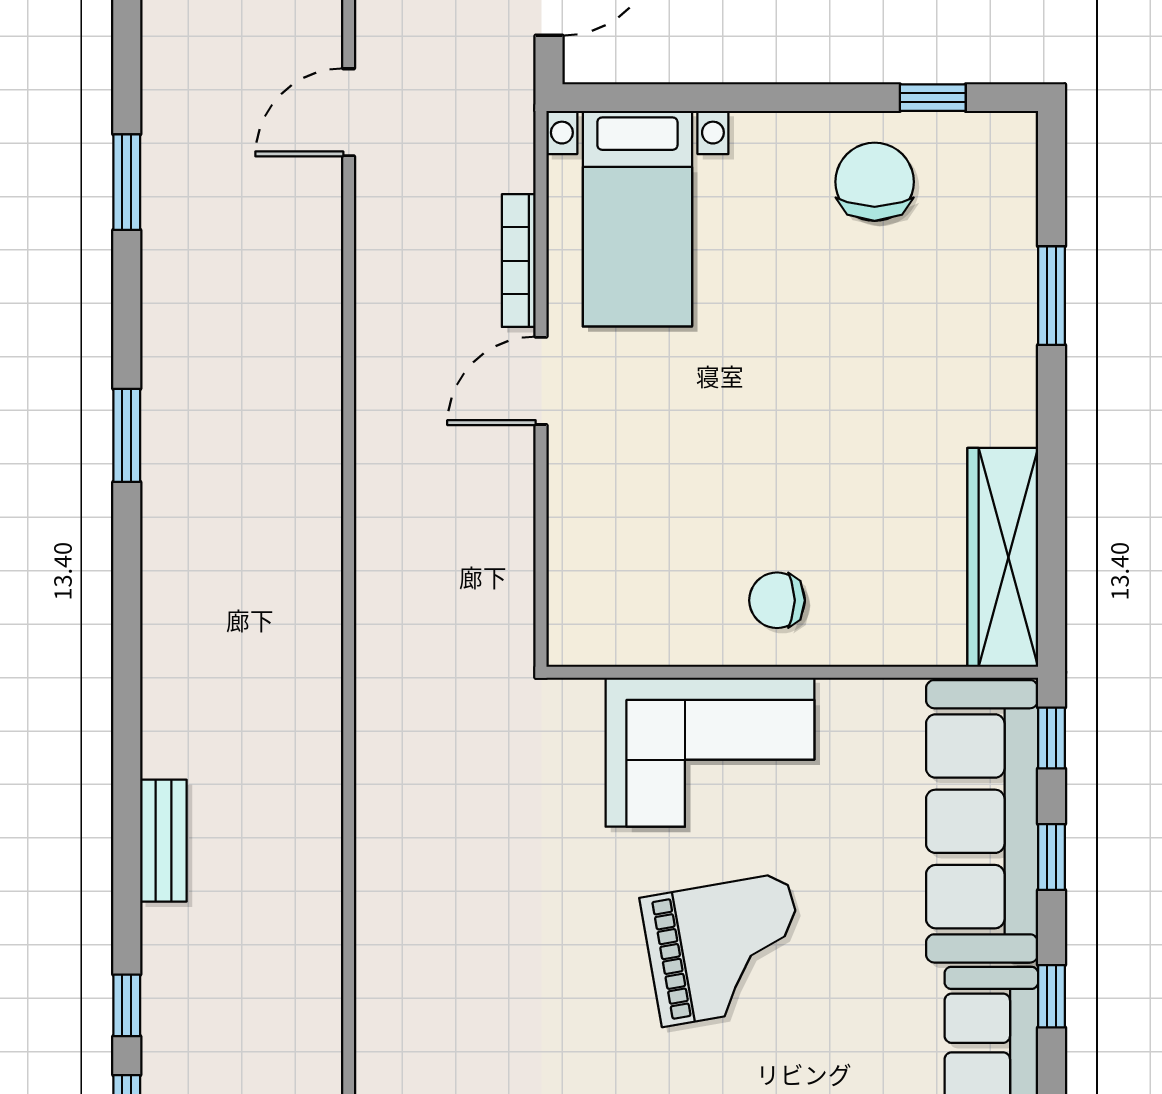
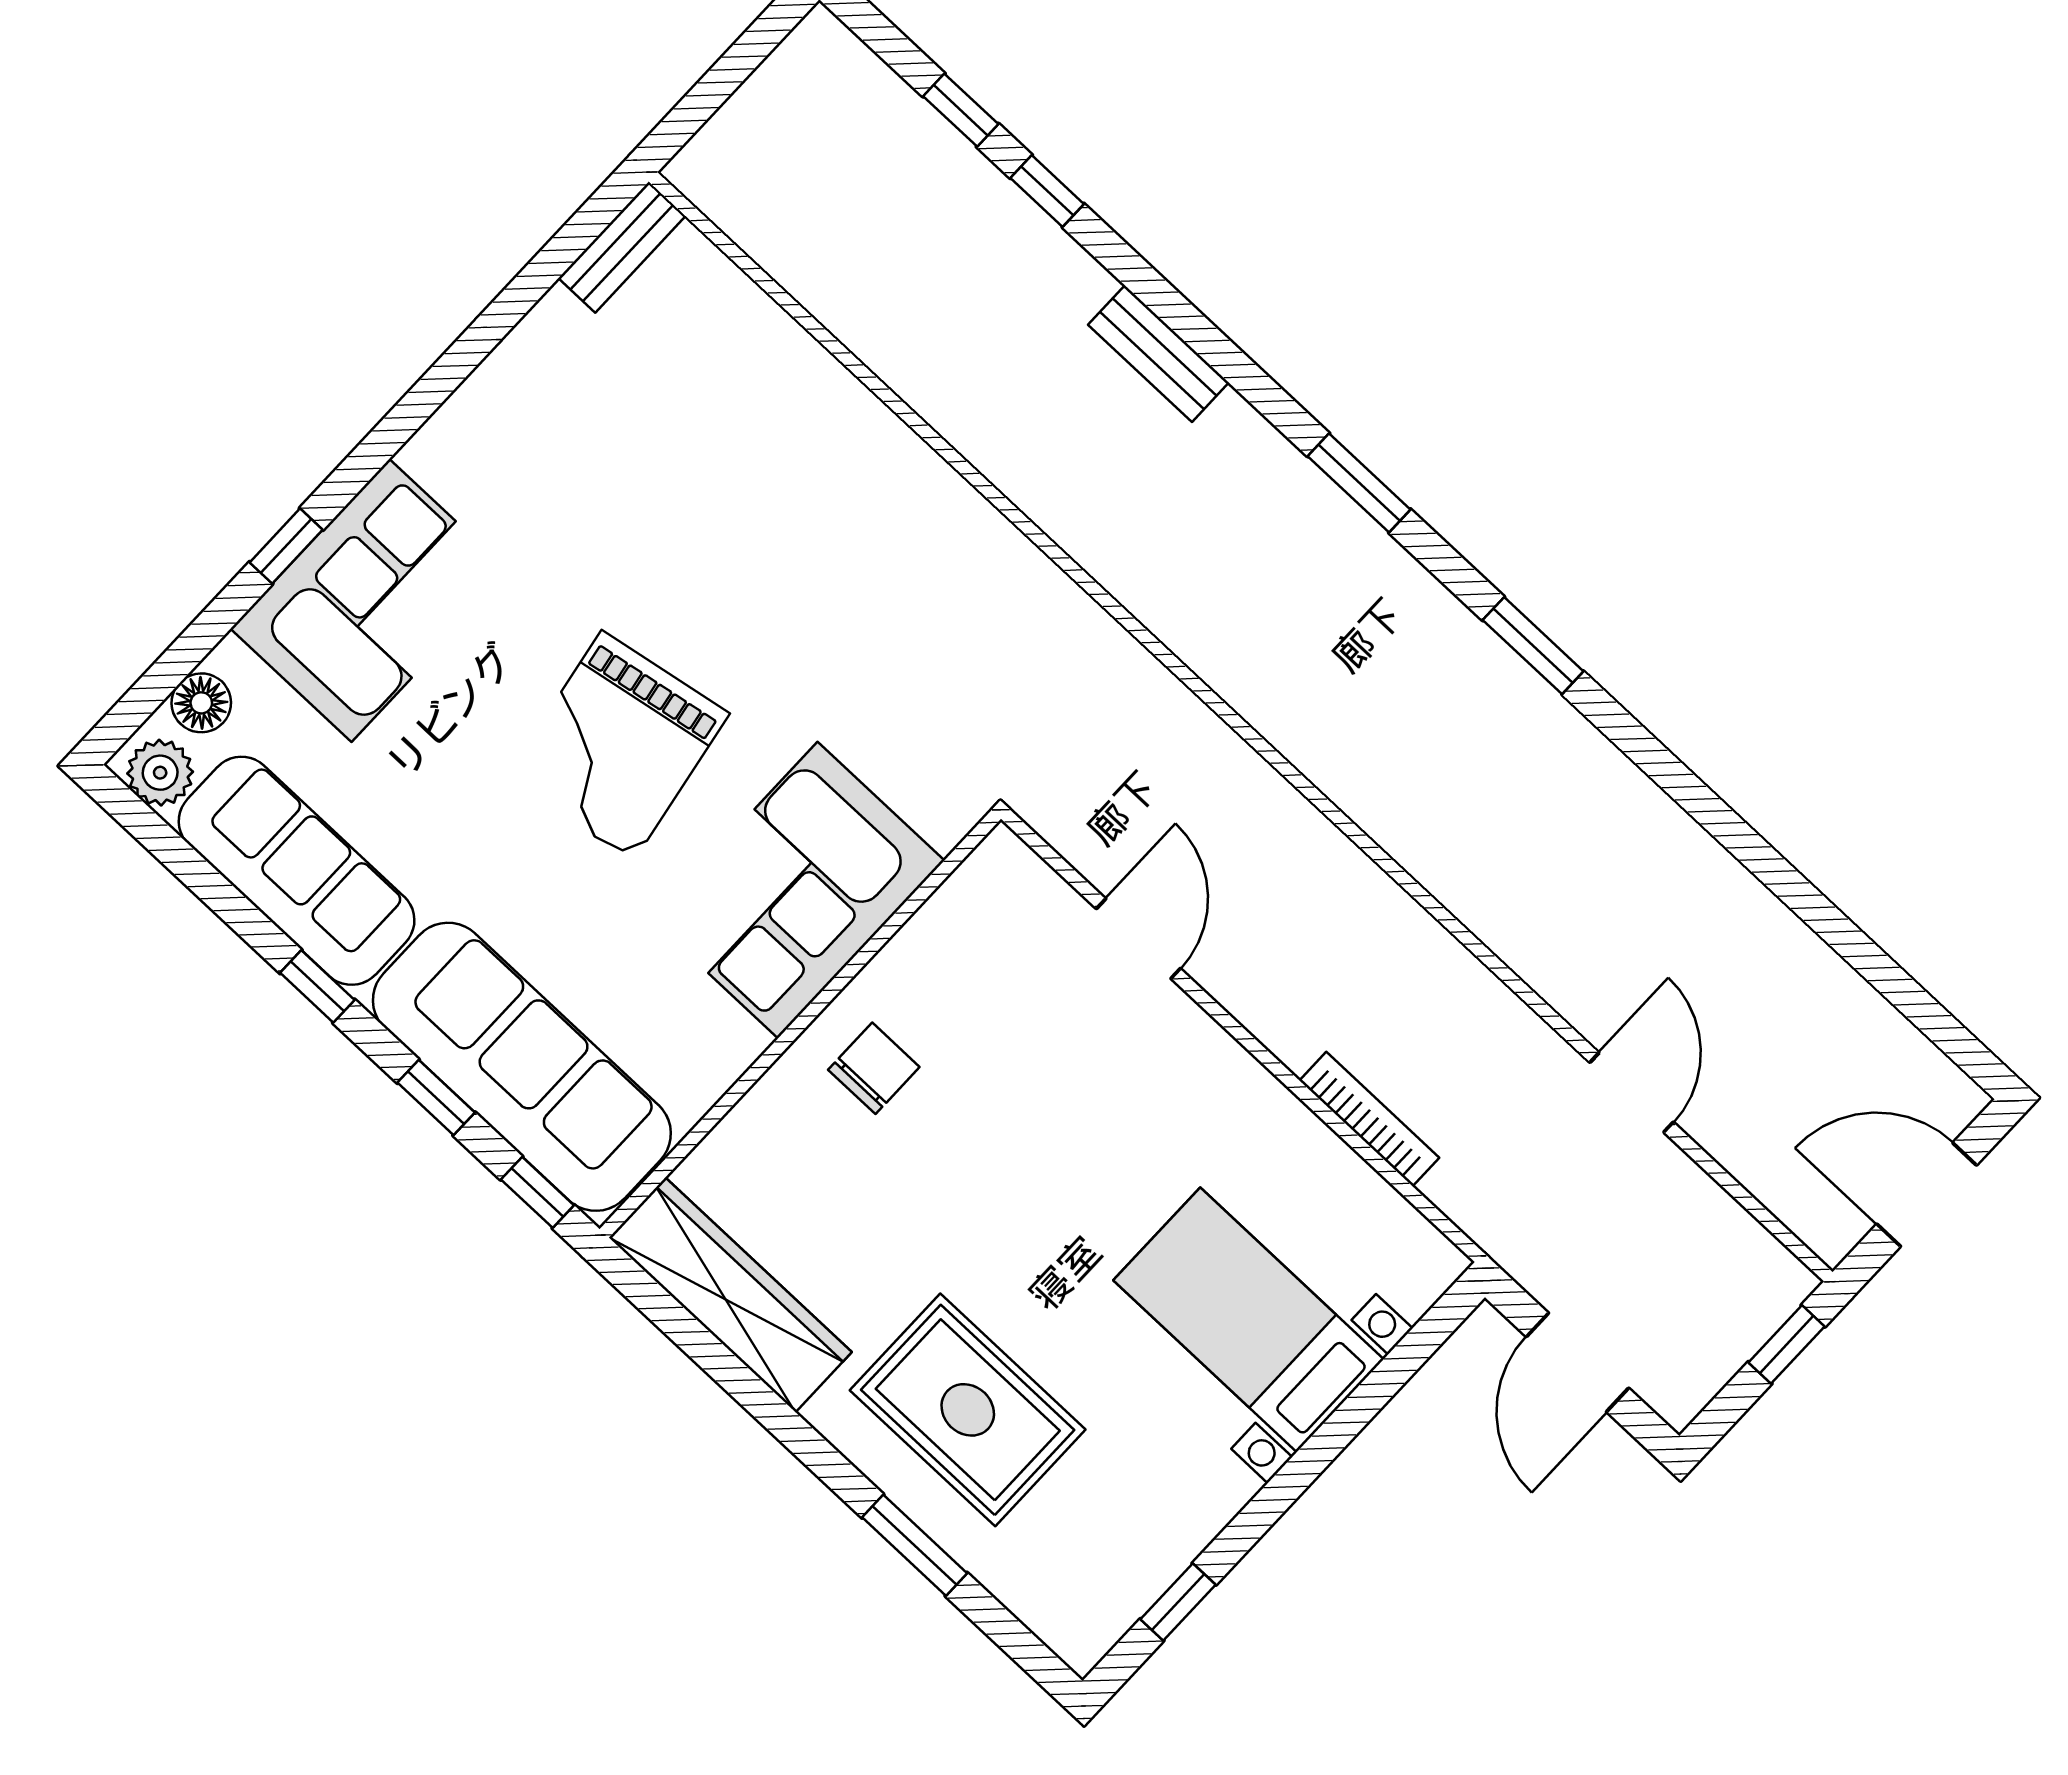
window: (127, 182) -> (1359, 483), moved
chair: (875, 182) -> (1153, 1485), removed
bed with nightstands: (637, 219) -> (1249, 1320), moved
rug: (936, 342) -> (968, 1410), added
door: (541, 381) -> (1138, 939), moved

